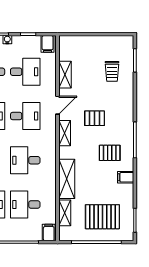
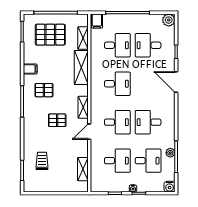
filing cabinet: (48, 44) -> (98, 185), removed
desk: (25, 72) -> (117, 161), turned 180
shelving: (65, 75) -> (83, 169), moved
desk: (25, 116) -> (117, 122), turned 180

